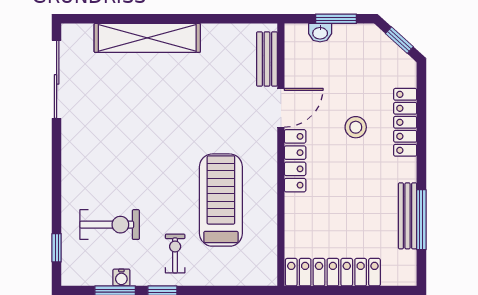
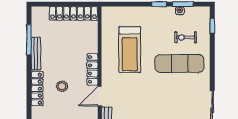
exercise mat: (122, 173) -> (179, 63), added
bench: (408, 216) -> (36, 54), moved
exercise bike: (110, 225) -> (186, 37), width x0.73, depth x0.72
exercise bike: (175, 253) -> (153, 23), removed

